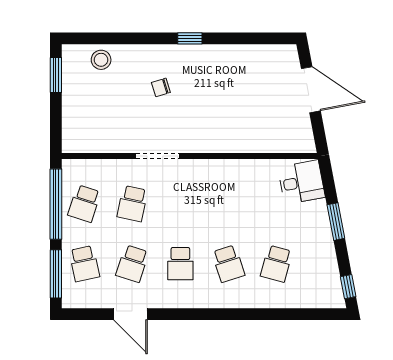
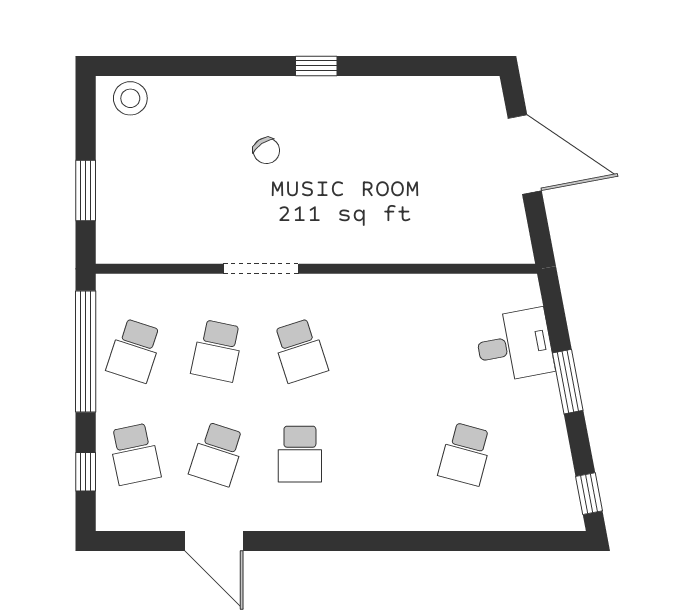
stool: (101, 60) -> (130, 98), moved
window: (56, 75) -> (86, 190), moved
chair: (161, 87) -> (266, 151), turned -107
desk: (301, 182) -> (514, 345), moved
school desk: (228, 264) -> (300, 351), moved
window: (56, 274) -> (86, 472), width x0.46

